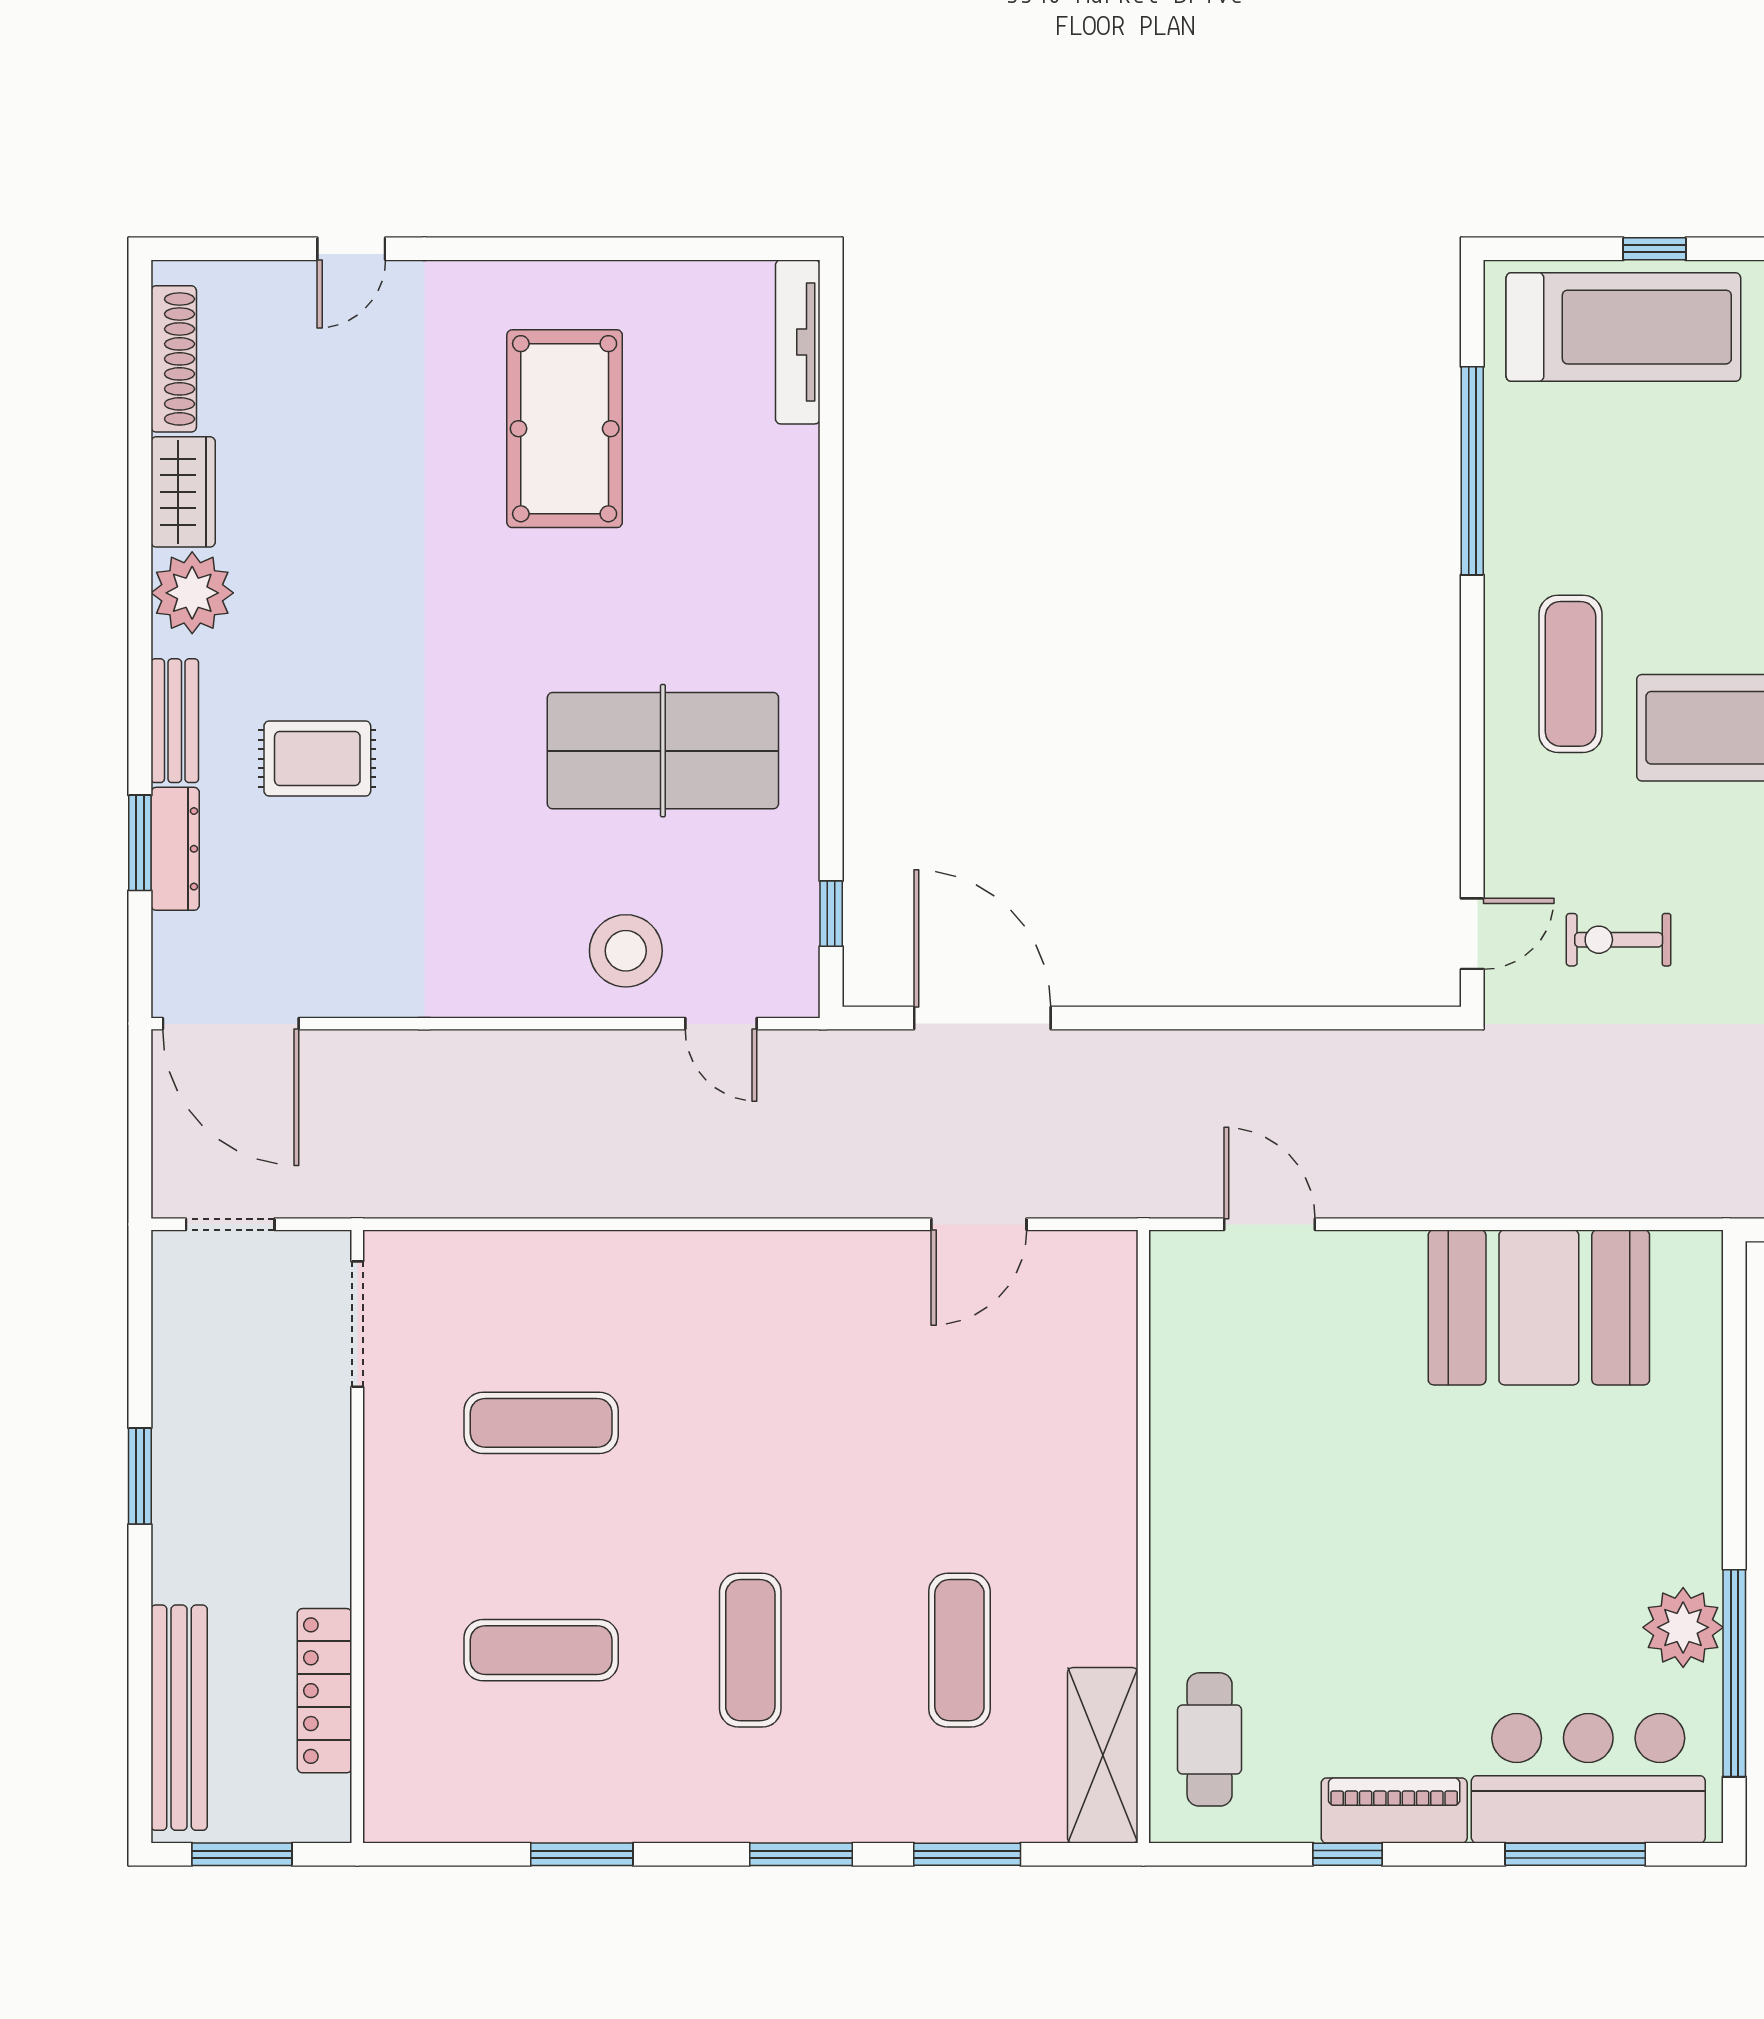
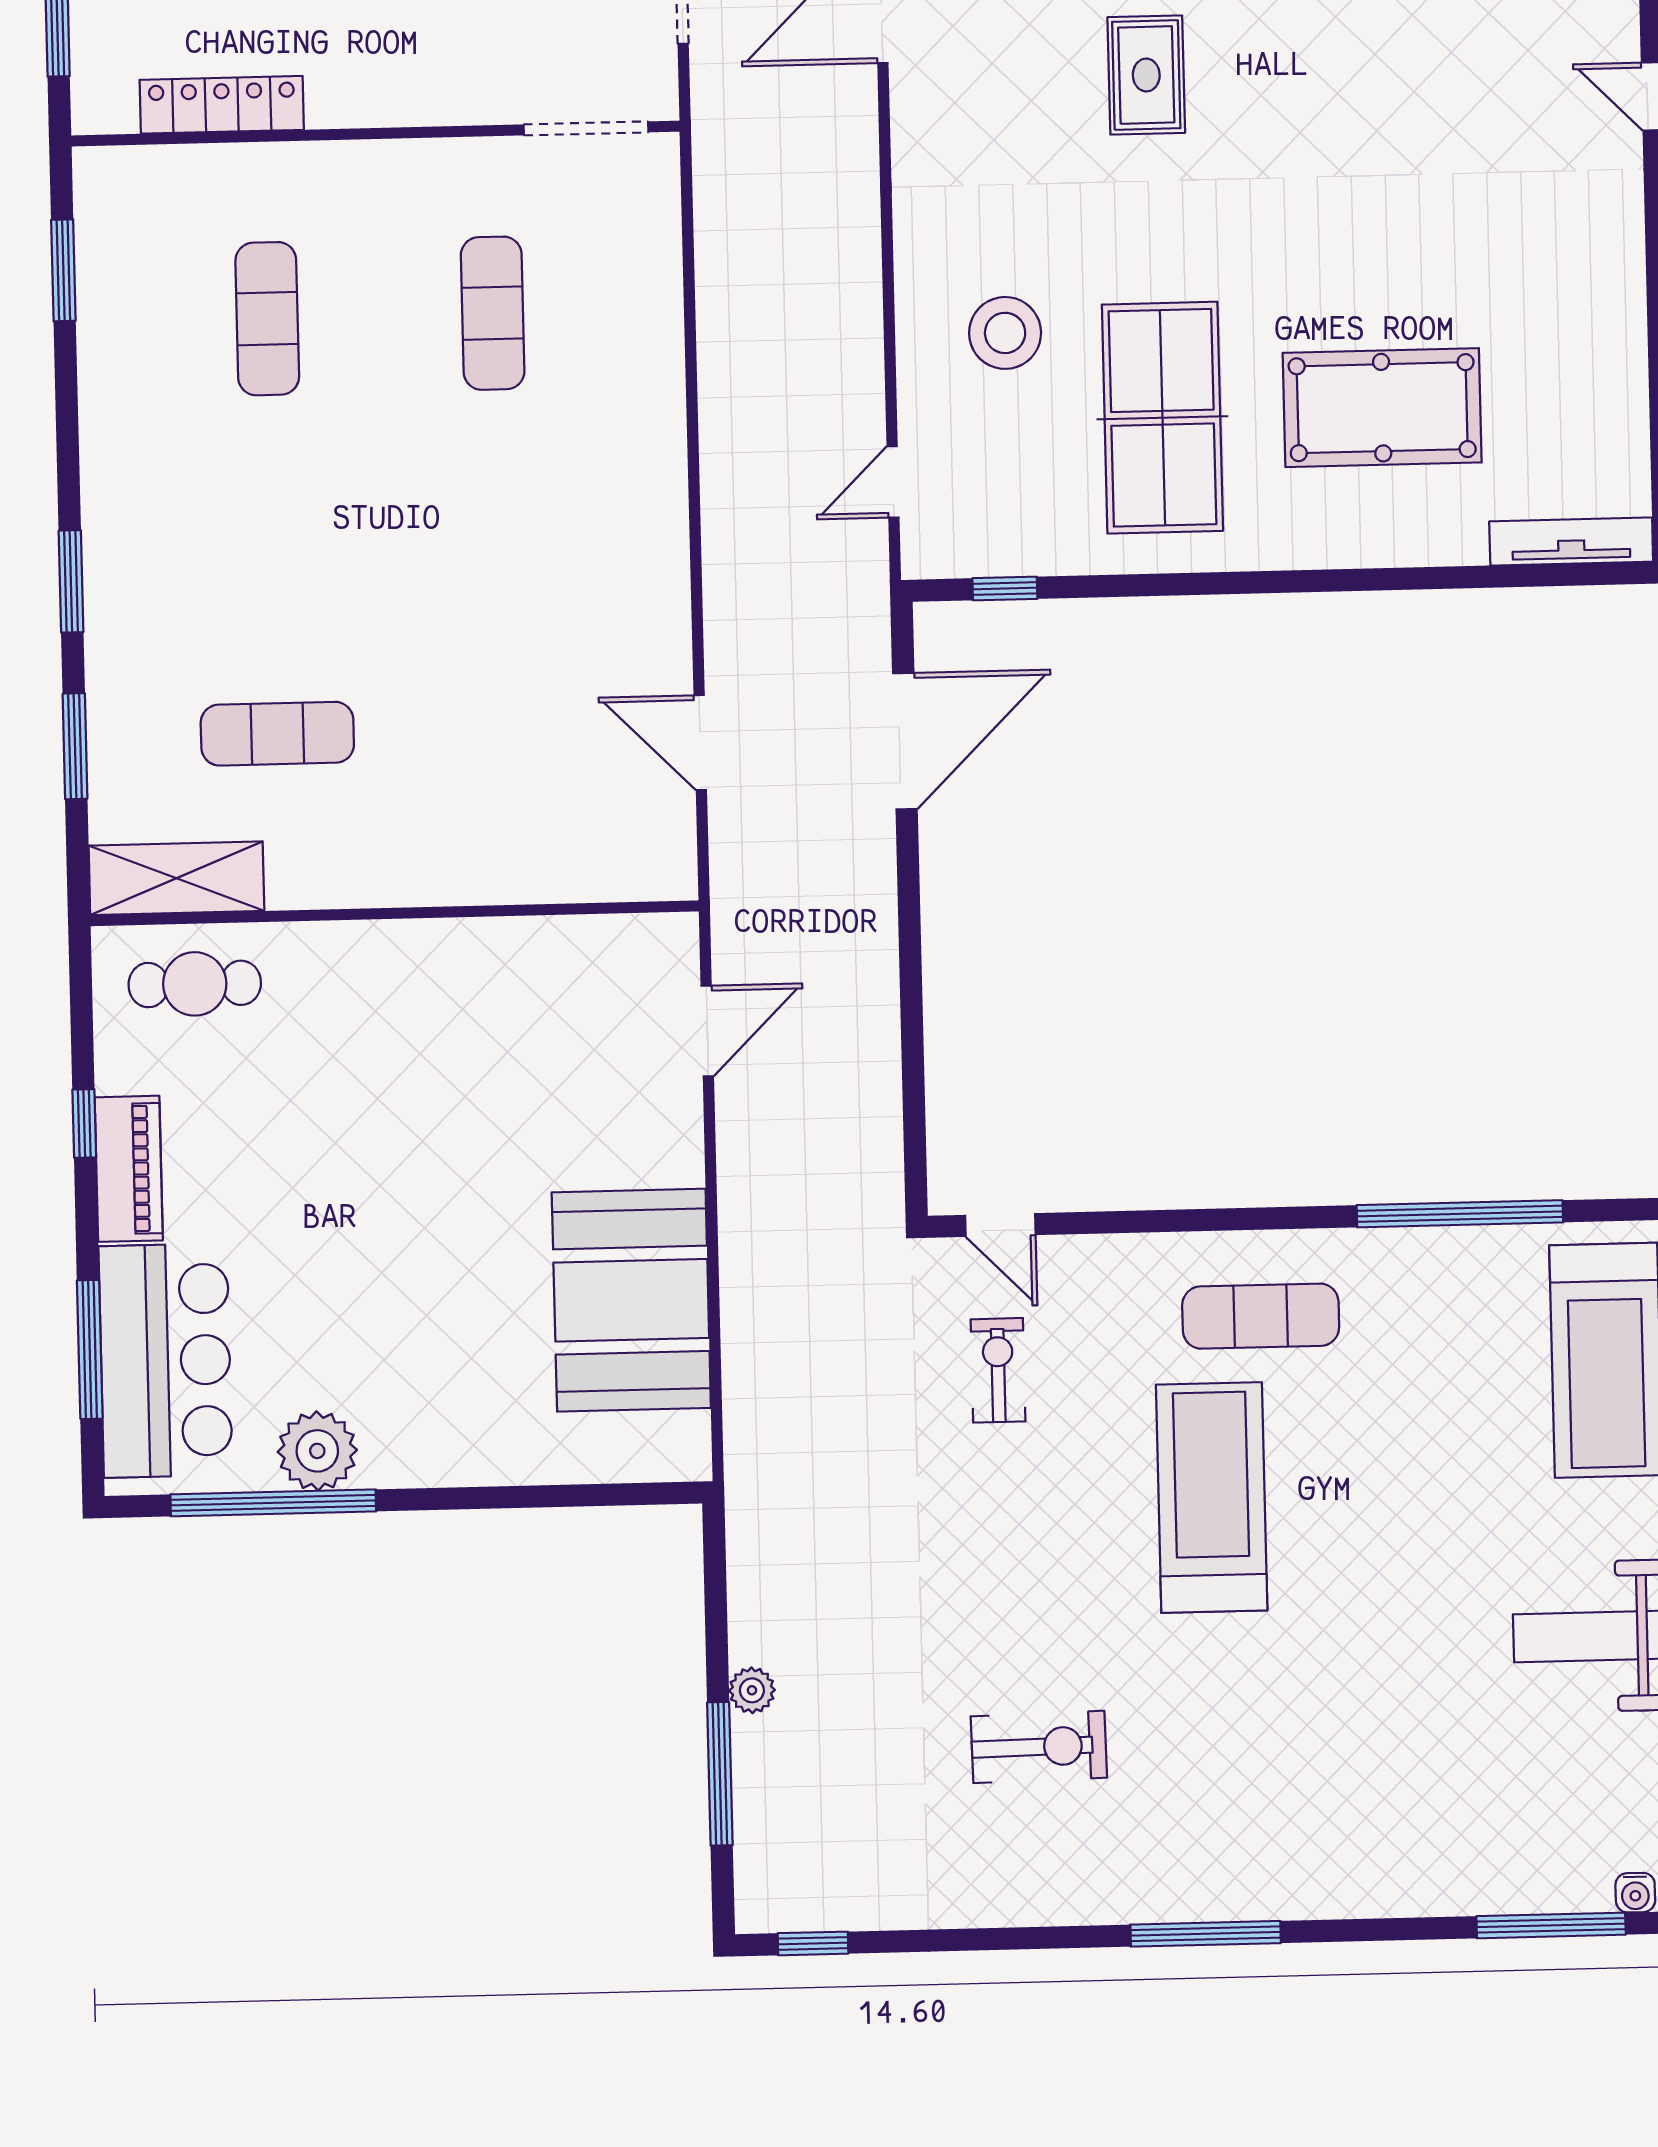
pool table: (565, 429) -> (1382, 408), moved
stool: (626, 951) -> (1005, 333), moved
exercise mat: (750, 1650) -> (272, 526), removed
window: (582, 1854) -> (63, 270), moved

